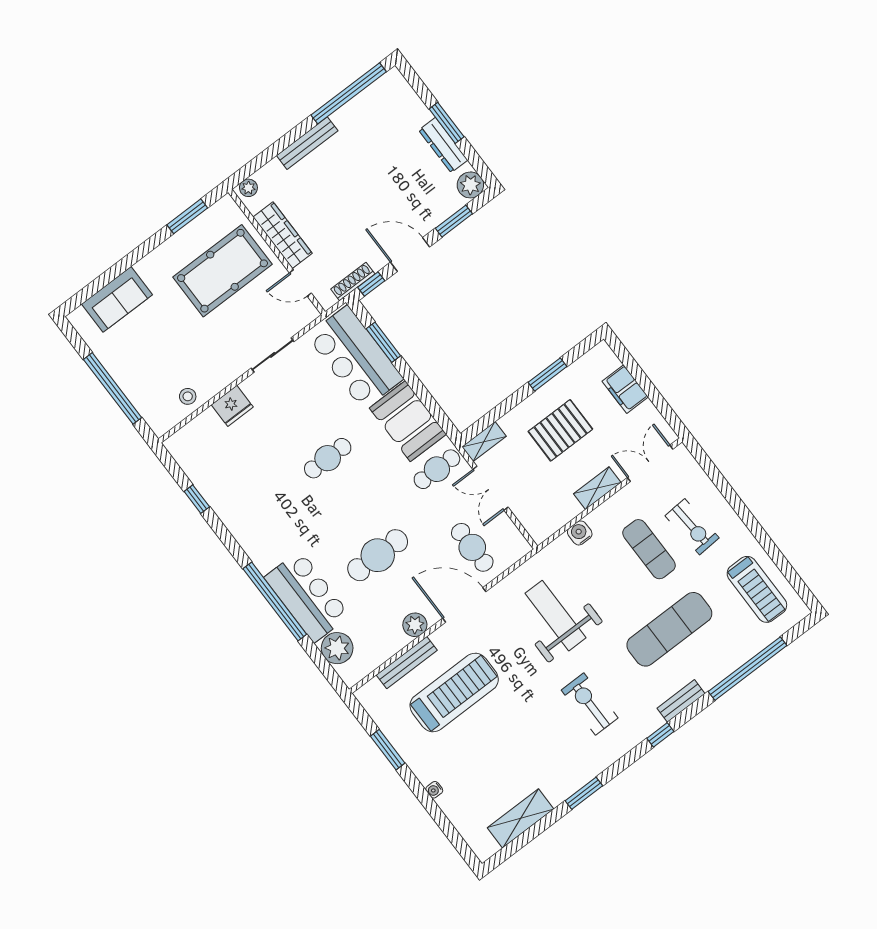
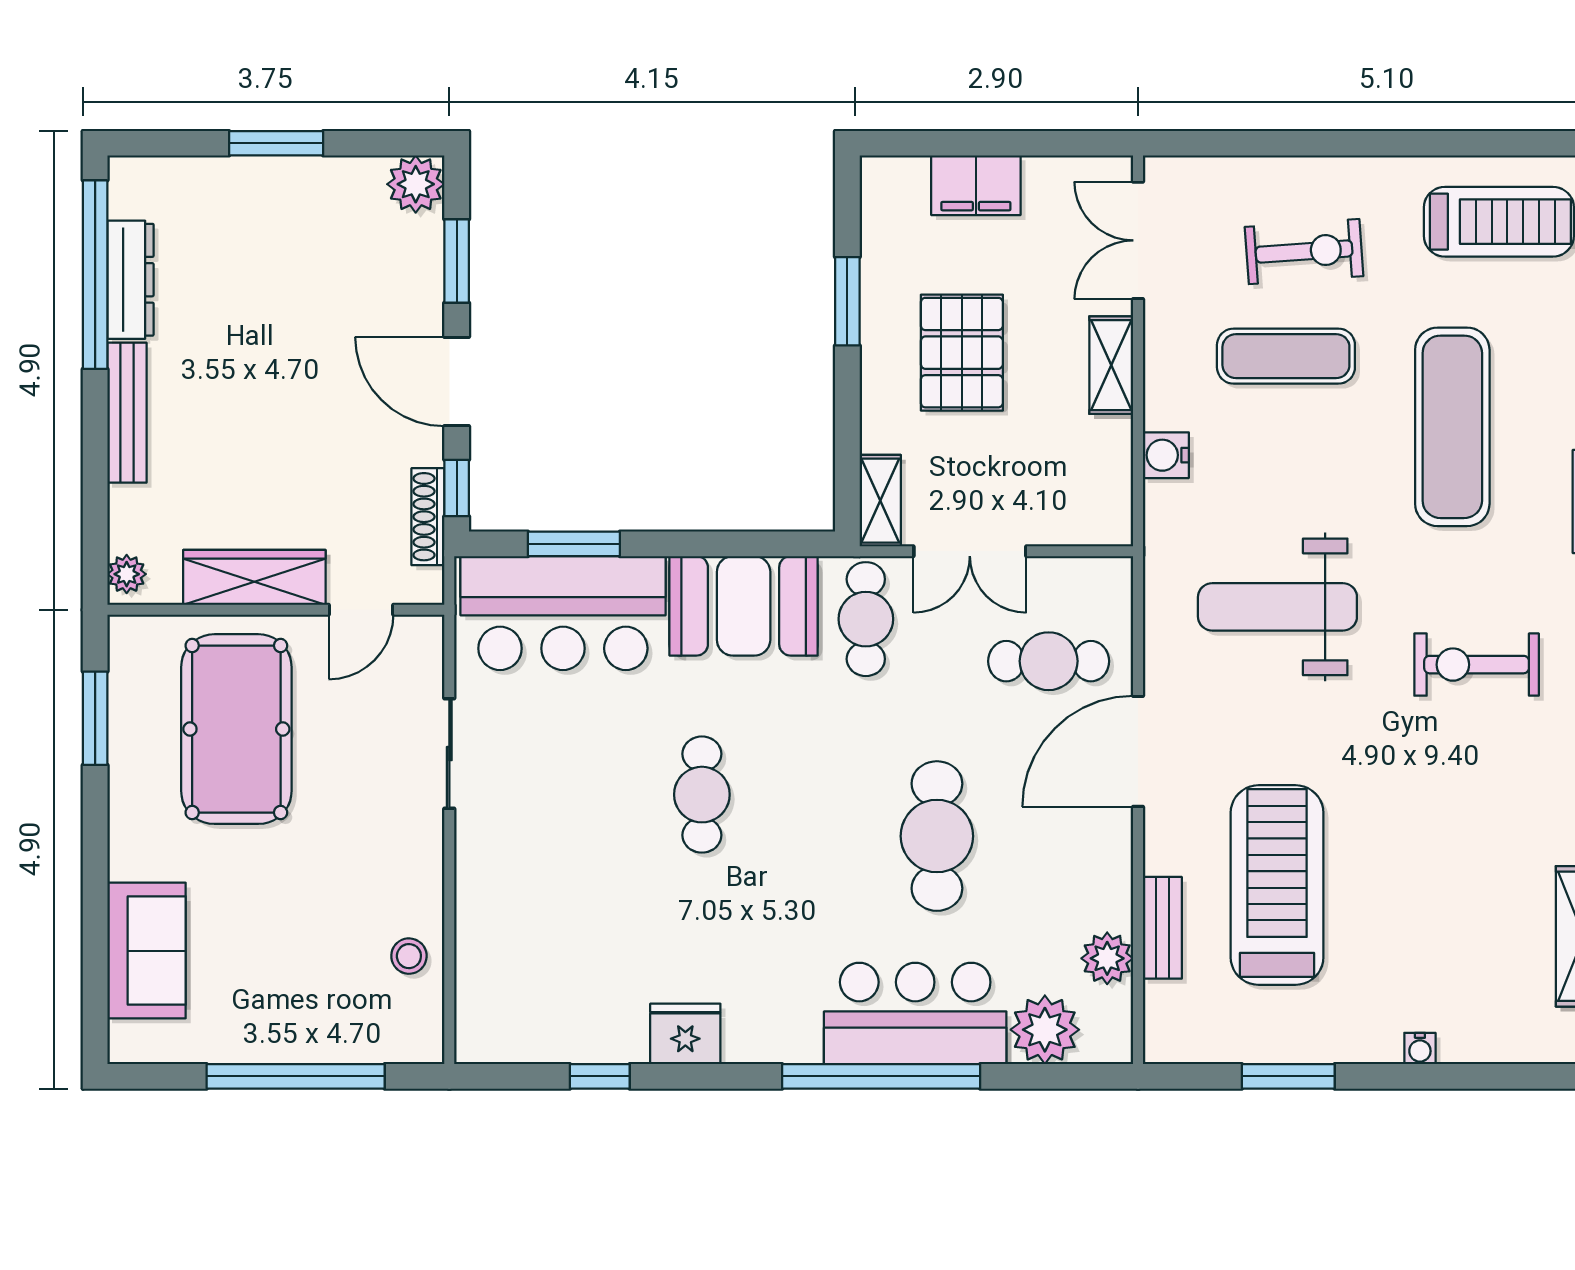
dresser: (443, 145) -> (130, 280), moved, turned -90
door: (410, 255) -> (457, 381), hinge flipped
fridge: (232, 406) -> (685, 1034), moved, turned -90
plant: (415, 625) -> (1107, 958), moved
bench: (407, 663) -> (1162, 928), width x0.73

